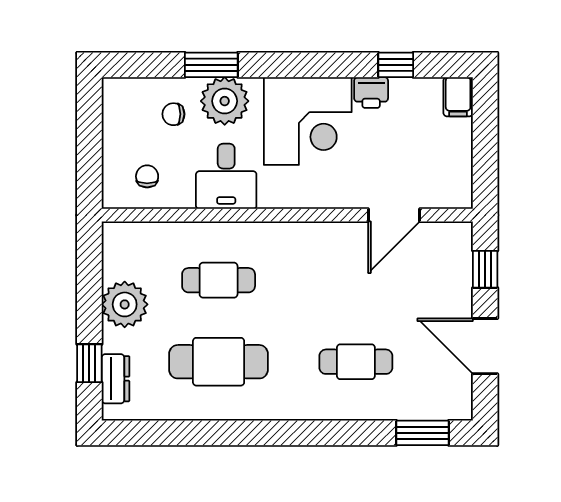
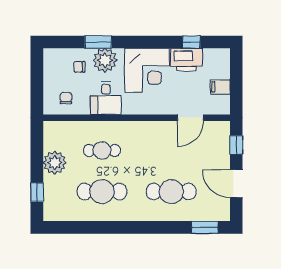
printer: (371, 92) -> (186, 60), width x1.87, depth x1.48
filing cabinet: (458, 97) -> (220, 87), moved, turned 90
cafe table: (356, 362) -> (171, 192), width x1.37, depth x1.35
dresser: (115, 379) -> (50, 200), removed

